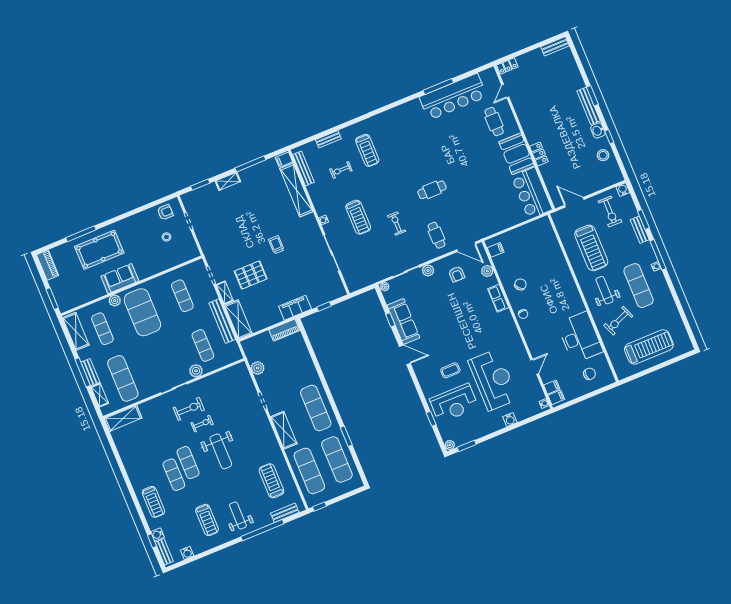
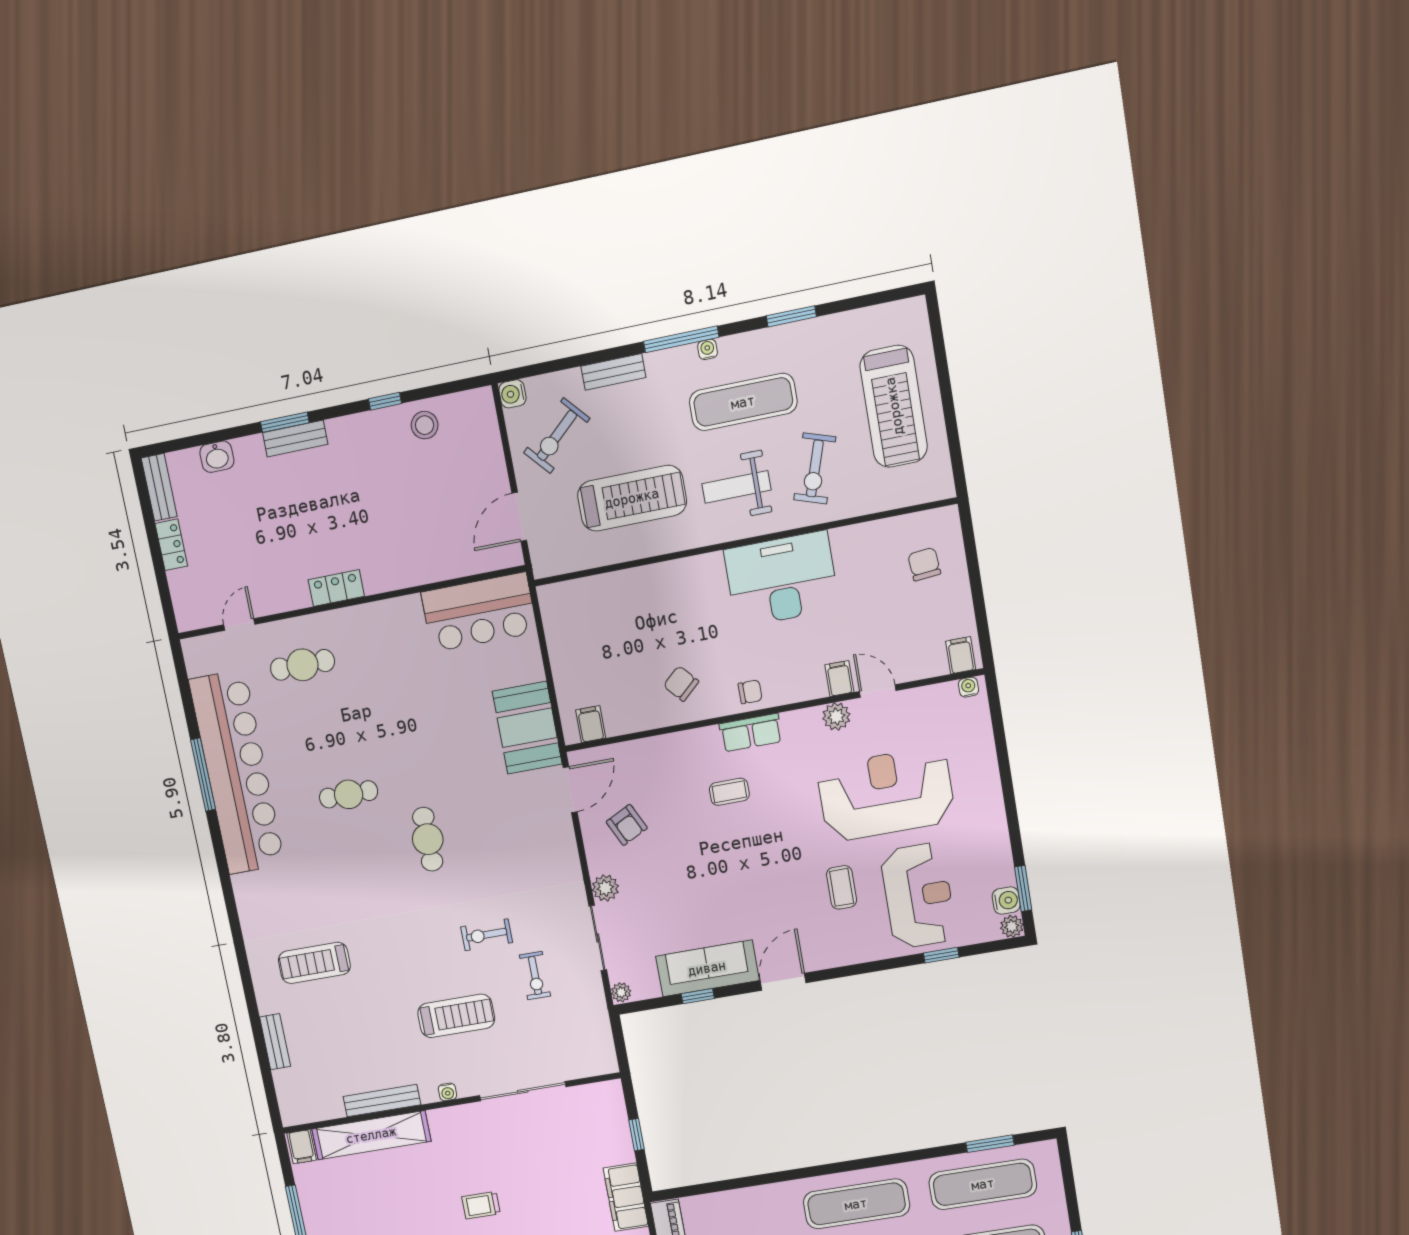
locker: (507, 66) -> (171, 545), moved
door: (505, 91) -> (239, 624), swing flipped
bar counter: (453, 97) -> (237, 772), width x1.36
bench: (589, 106) -> (295, 439), width x0.73
washbasin: (598, 130) -> (217, 457), moved
treadmill: (367, 150) -> (314, 963), turned 180
booth: (517, 154) -> (527, 728), moved, turned 90
locker: (539, 154) -> (336, 588), moved
bench: (303, 168) -> (382, 1101), moved
exercise bike: (341, 170) -> (535, 976), moved
exercise bike: (610, 211) -> (557, 436), turned 138
window: (643, 220) -> (791, 316), moved
cafe table: (437, 235) -> (349, 794), moved
plant: (487, 271) -> (836, 716), moved
armchair: (457, 274) -> (627, 825), turned 64
row of seats: (498, 298) -> (751, 733), moved
coffee table: (480, 314) -> (729, 792), added
exercise bike: (618, 321) -> (815, 468), turned 40
desk: (580, 337) -> (782, 579), moved
treadmill: (649, 347) -> (894, 406), turned 180
filing cabinet: (552, 387) -> (839, 678), moved
water cooler: (510, 420) -> (1006, 901), moved
window: (346, 436) -> (990, 1144), moved

